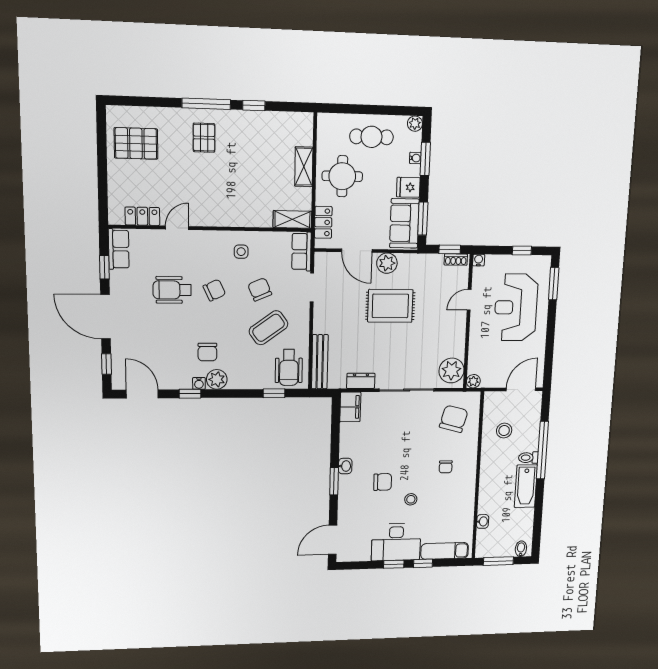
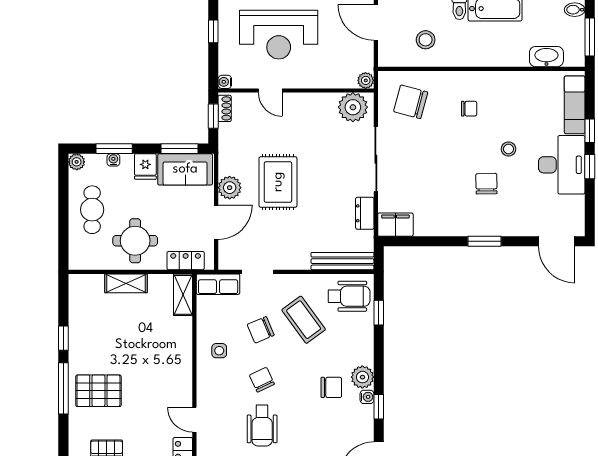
pallet: (204, 138) -> (98, 391), width x1.50, depth x1.42
washbasin: (345, 466) -> (466, 229), removed
washbasin: (483, 521) -> (546, 57), width x1.91, depth x1.45

